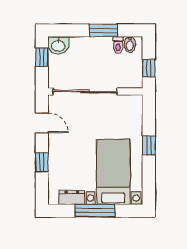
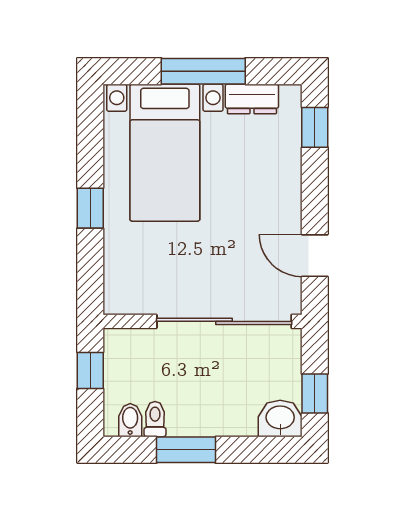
window: (42, 162) -> (315, 127), moved

